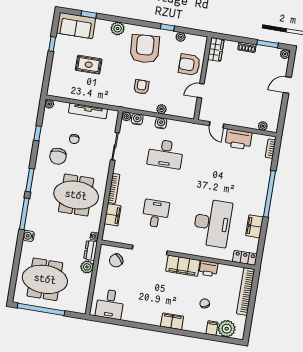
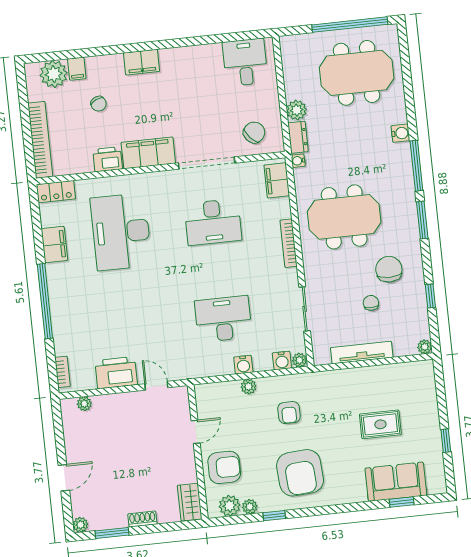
sofa: (76, 26) -> (396, 482), moved
plant: (118, 29) -> (230, 506), moved
desk: (156, 214) -> (213, 222), width x1.37
filing cabinet: (113, 215) -> (277, 180), moved

